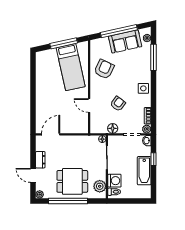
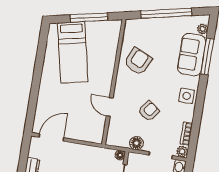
sofa: (125, 41) -> (192, 55), moved, turned 102
bed: (71, 67) -> (73, 52), moved

